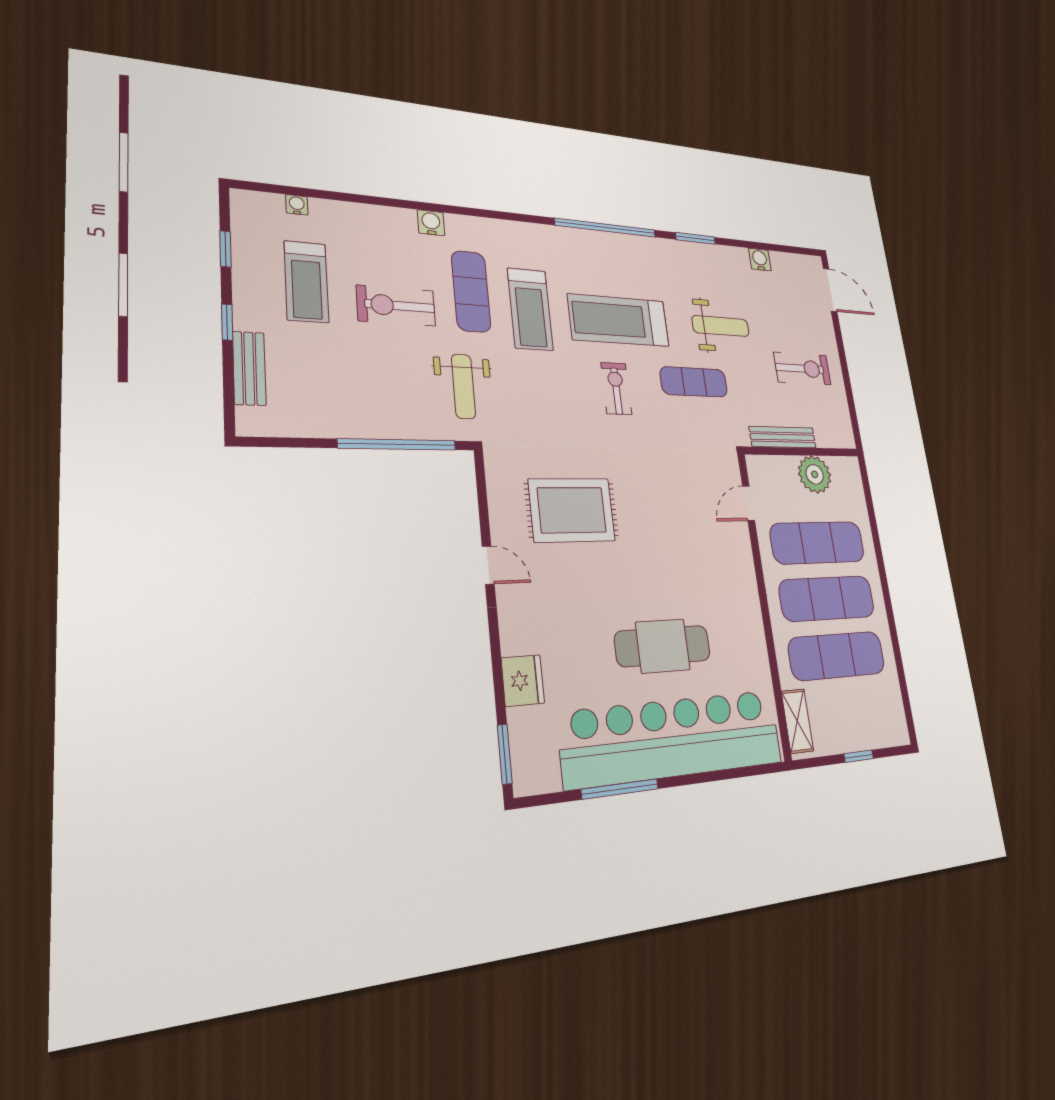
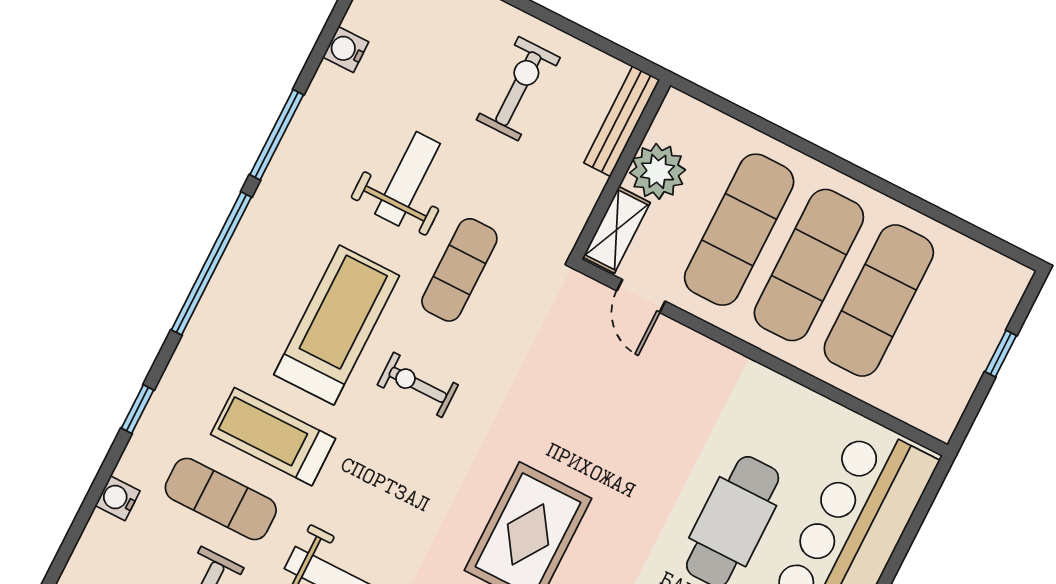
window: (495, 215) -> (138, 409), added
window: (695, 238) -> (277, 135), width x1.44
treadmill: (530, 309) -> (273, 437), turned 180
treadmill: (619, 320) -> (337, 325), turned 180
bench: (783, 437) -> (622, 121), moved
shelving: (797, 721) -> (616, 230), moved, turned 90

